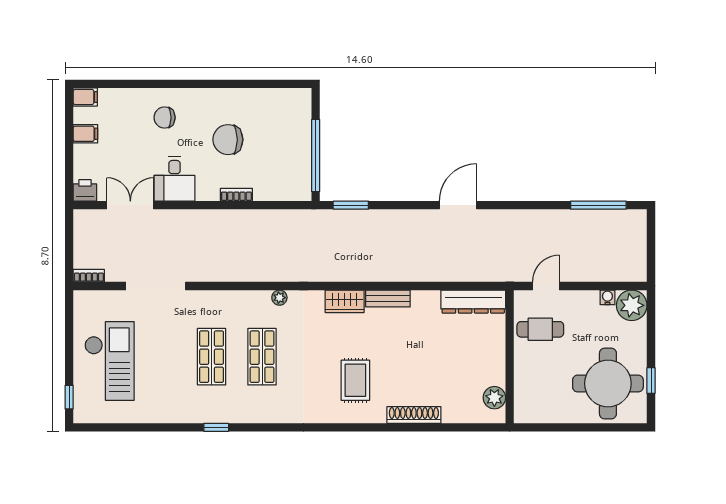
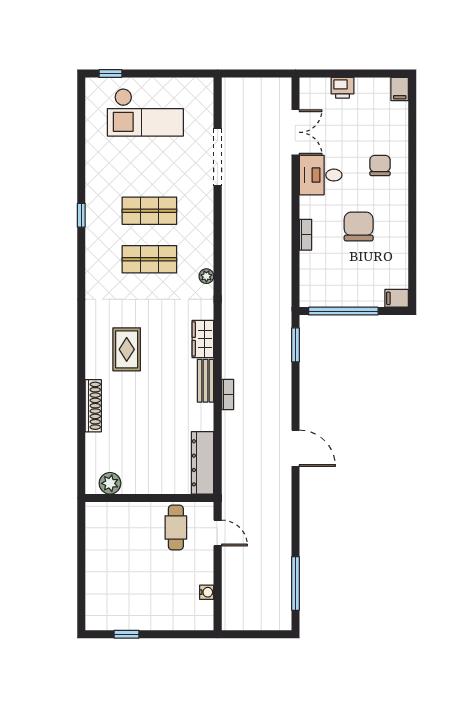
filing cabinet: (85, 134) -> (397, 298), moved, turned 90
printer: (85, 190) -> (342, 88), moved, turned 90
bookcase: (89, 276) -> (228, 395), moved
plant: (632, 305) -> (199, 616), removed
rug: (355, 380) -> (127, 349), turned 90
round table: (608, 384) -> (124, 593), removed

